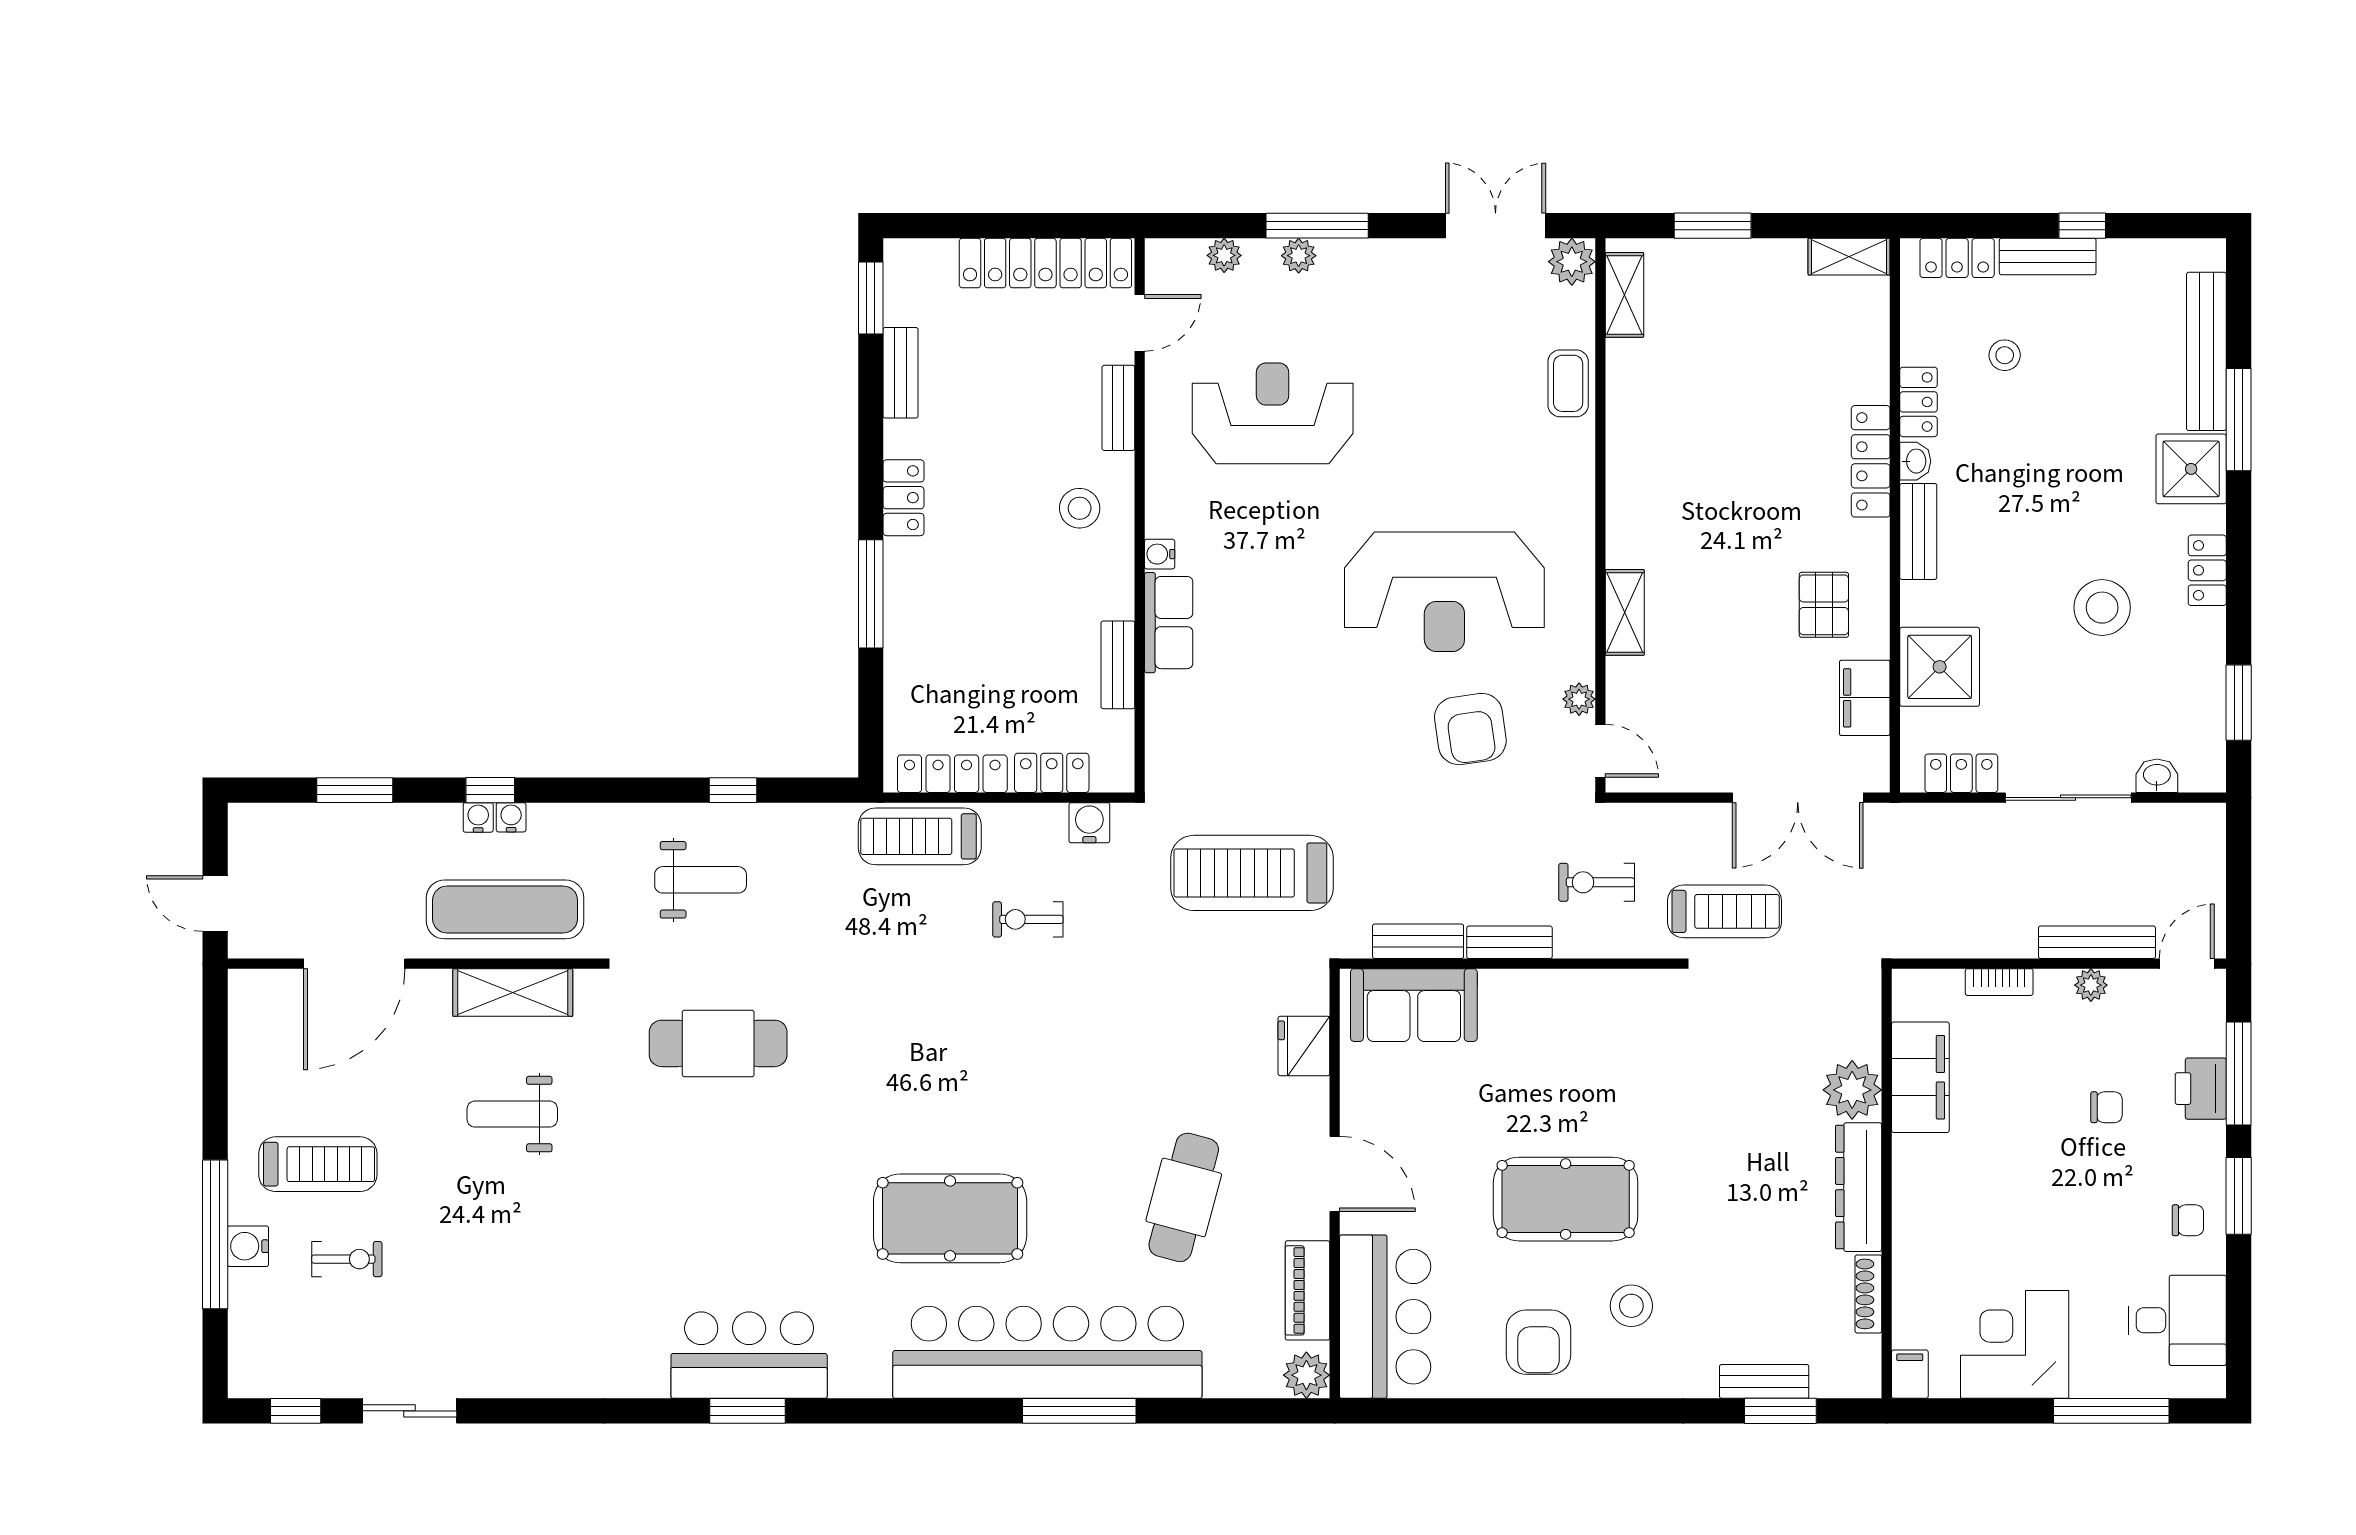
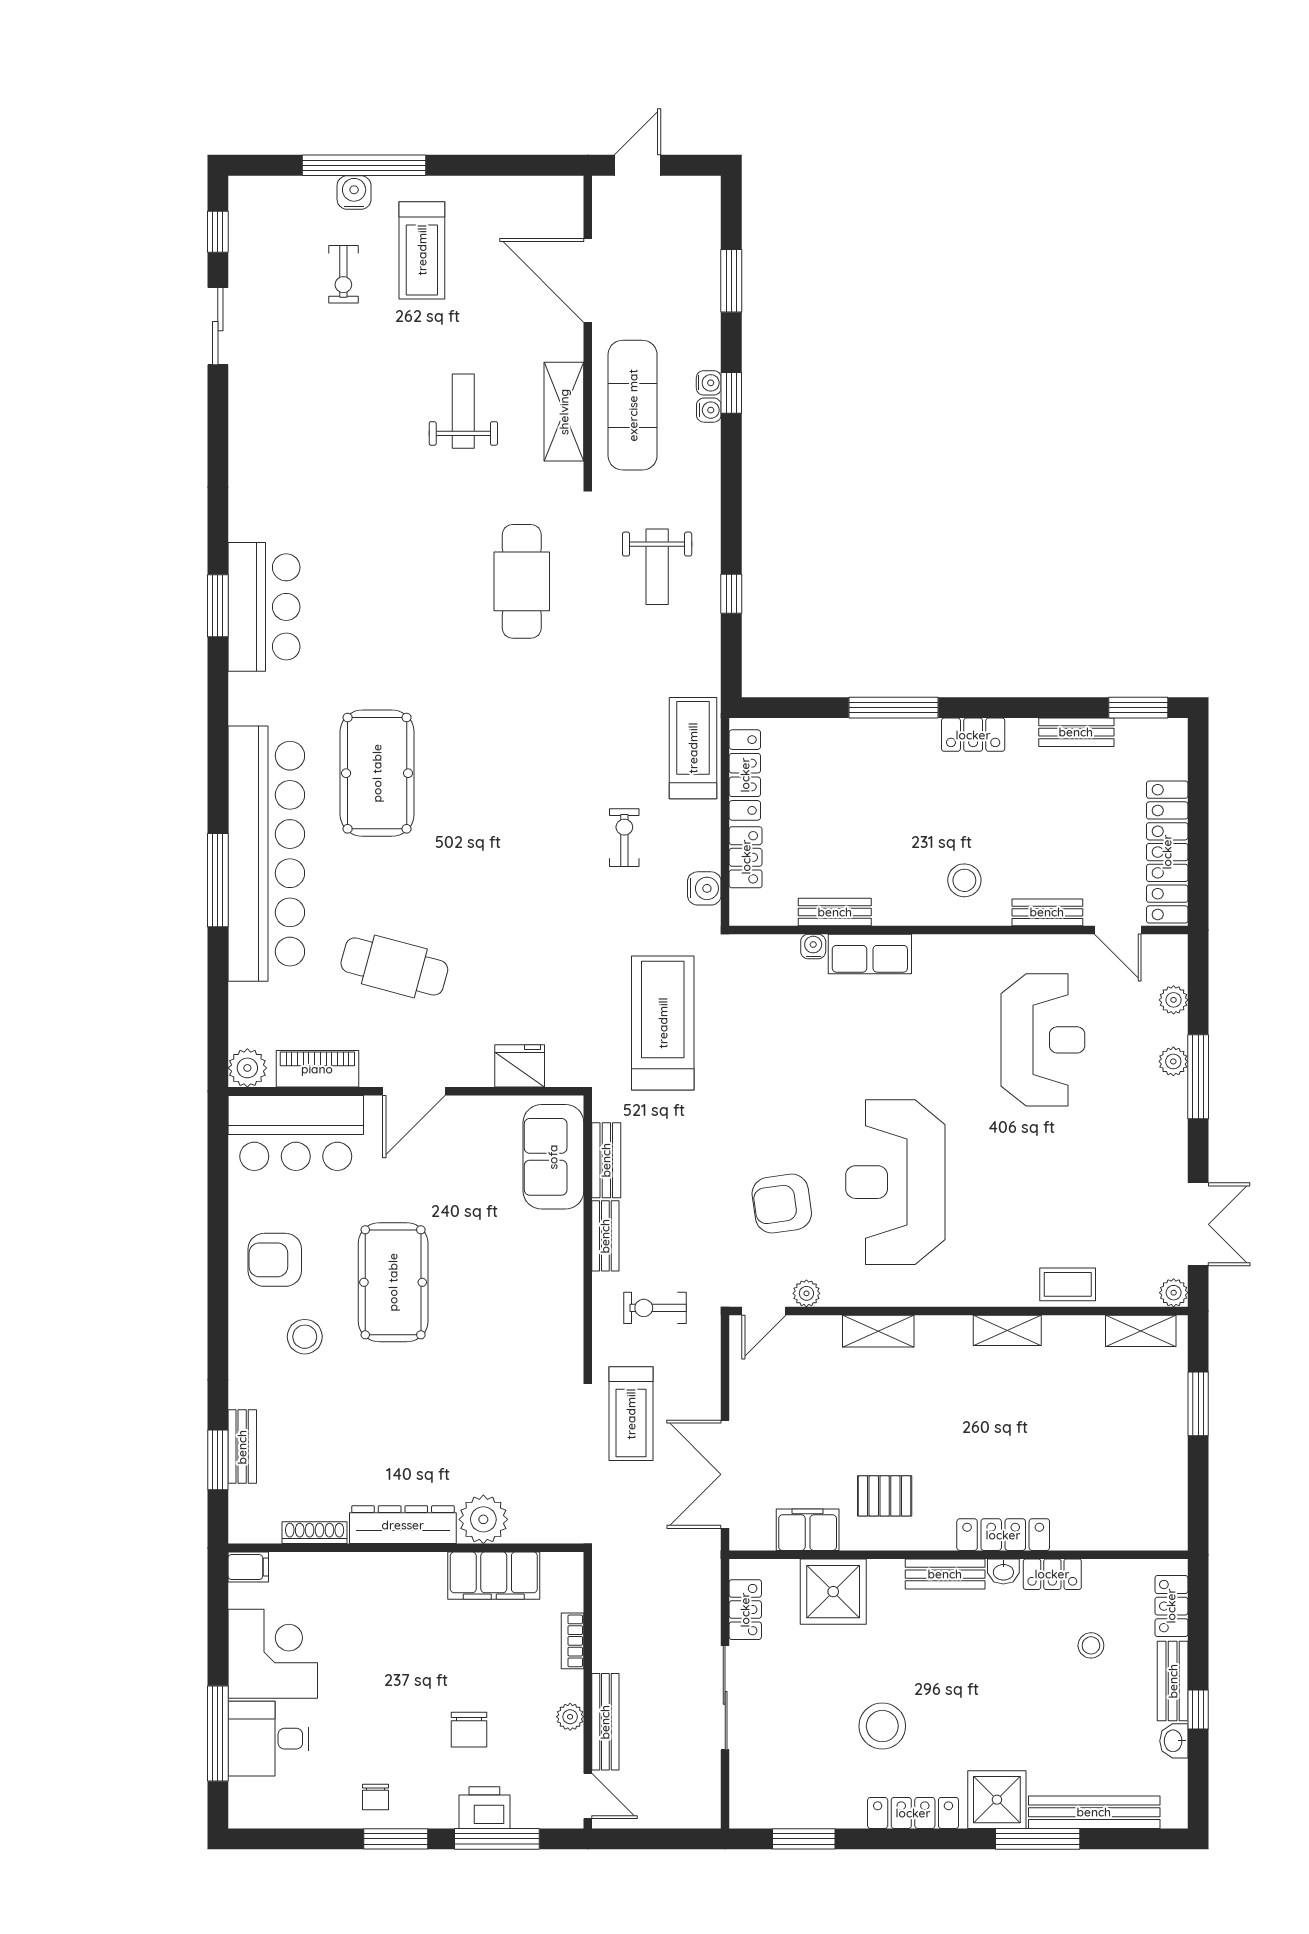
shelving: (1849, 257) -> (1007, 1330), moved, turned 90
plant: (1572, 262) -> (1174, 1293), width x0.73, depth x0.73
water cooler: (1160, 554) -> (813, 946), moved
locker: (2207, 570) -> (913, 1813), width x1.53
washbasin: (2157, 776) -> (1174, 1741), moved, turned 180
exercise bike: (1597, 882) -> (655, 1308), turned -90
chair: (2106, 1107) -> (469, 1730), width x1.37, depth x1.37
desk: (2177, 1320) -> (269, 1739), moved, turned 90

